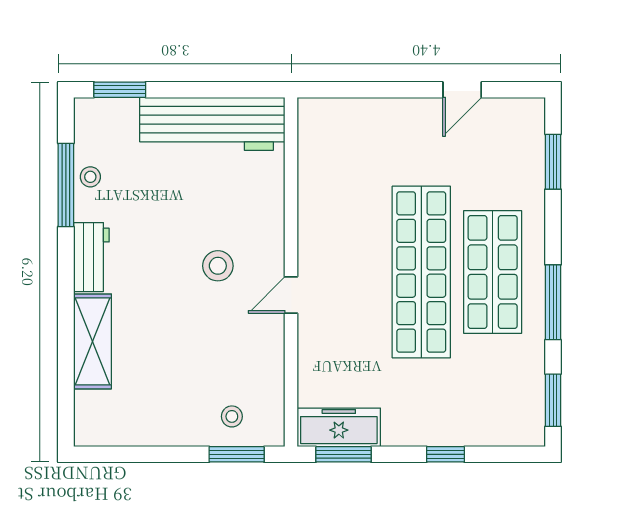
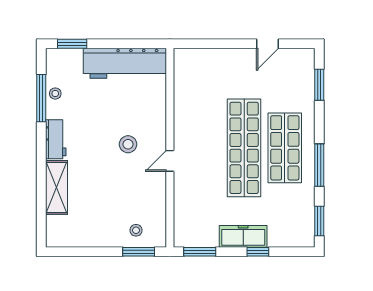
freezer: (339, 427) -> (243, 236), moved

